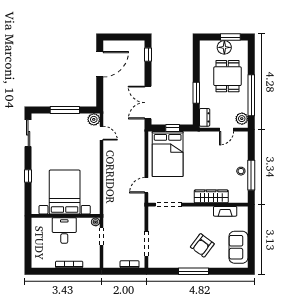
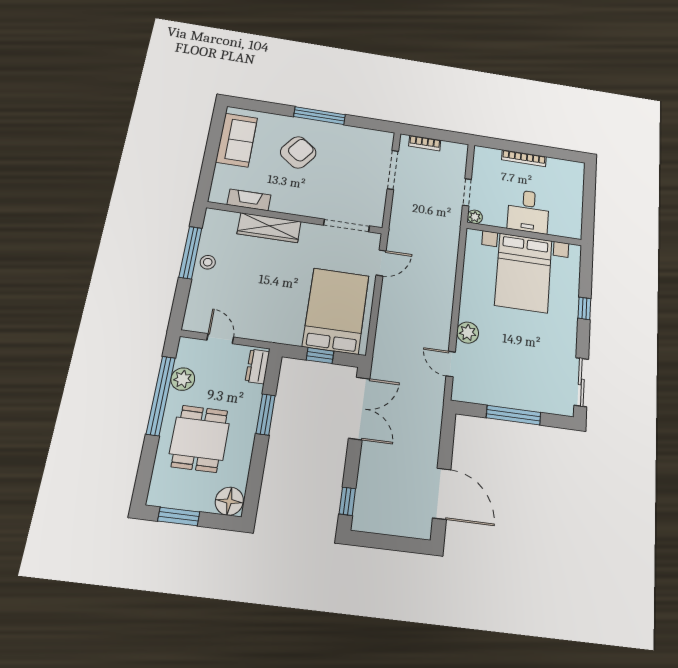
floor lamp: (224, 47) -> (229, 501), moved
door: (100, 64) -> (442, 494), swing flipped
plant: (94, 119) -> (468, 333), moved
plant: (242, 119) -> (183, 379), moved
door: (227, 130) -> (220, 339), hinge flipped

